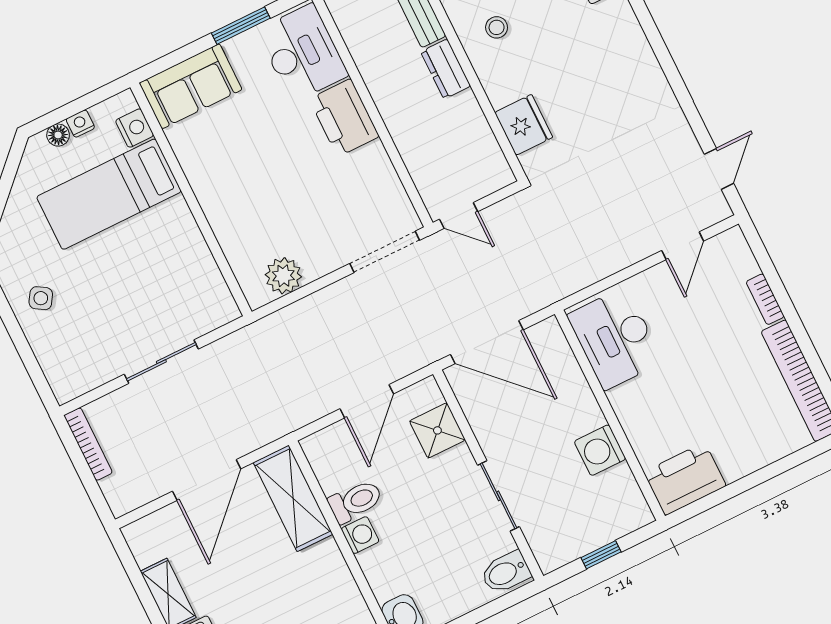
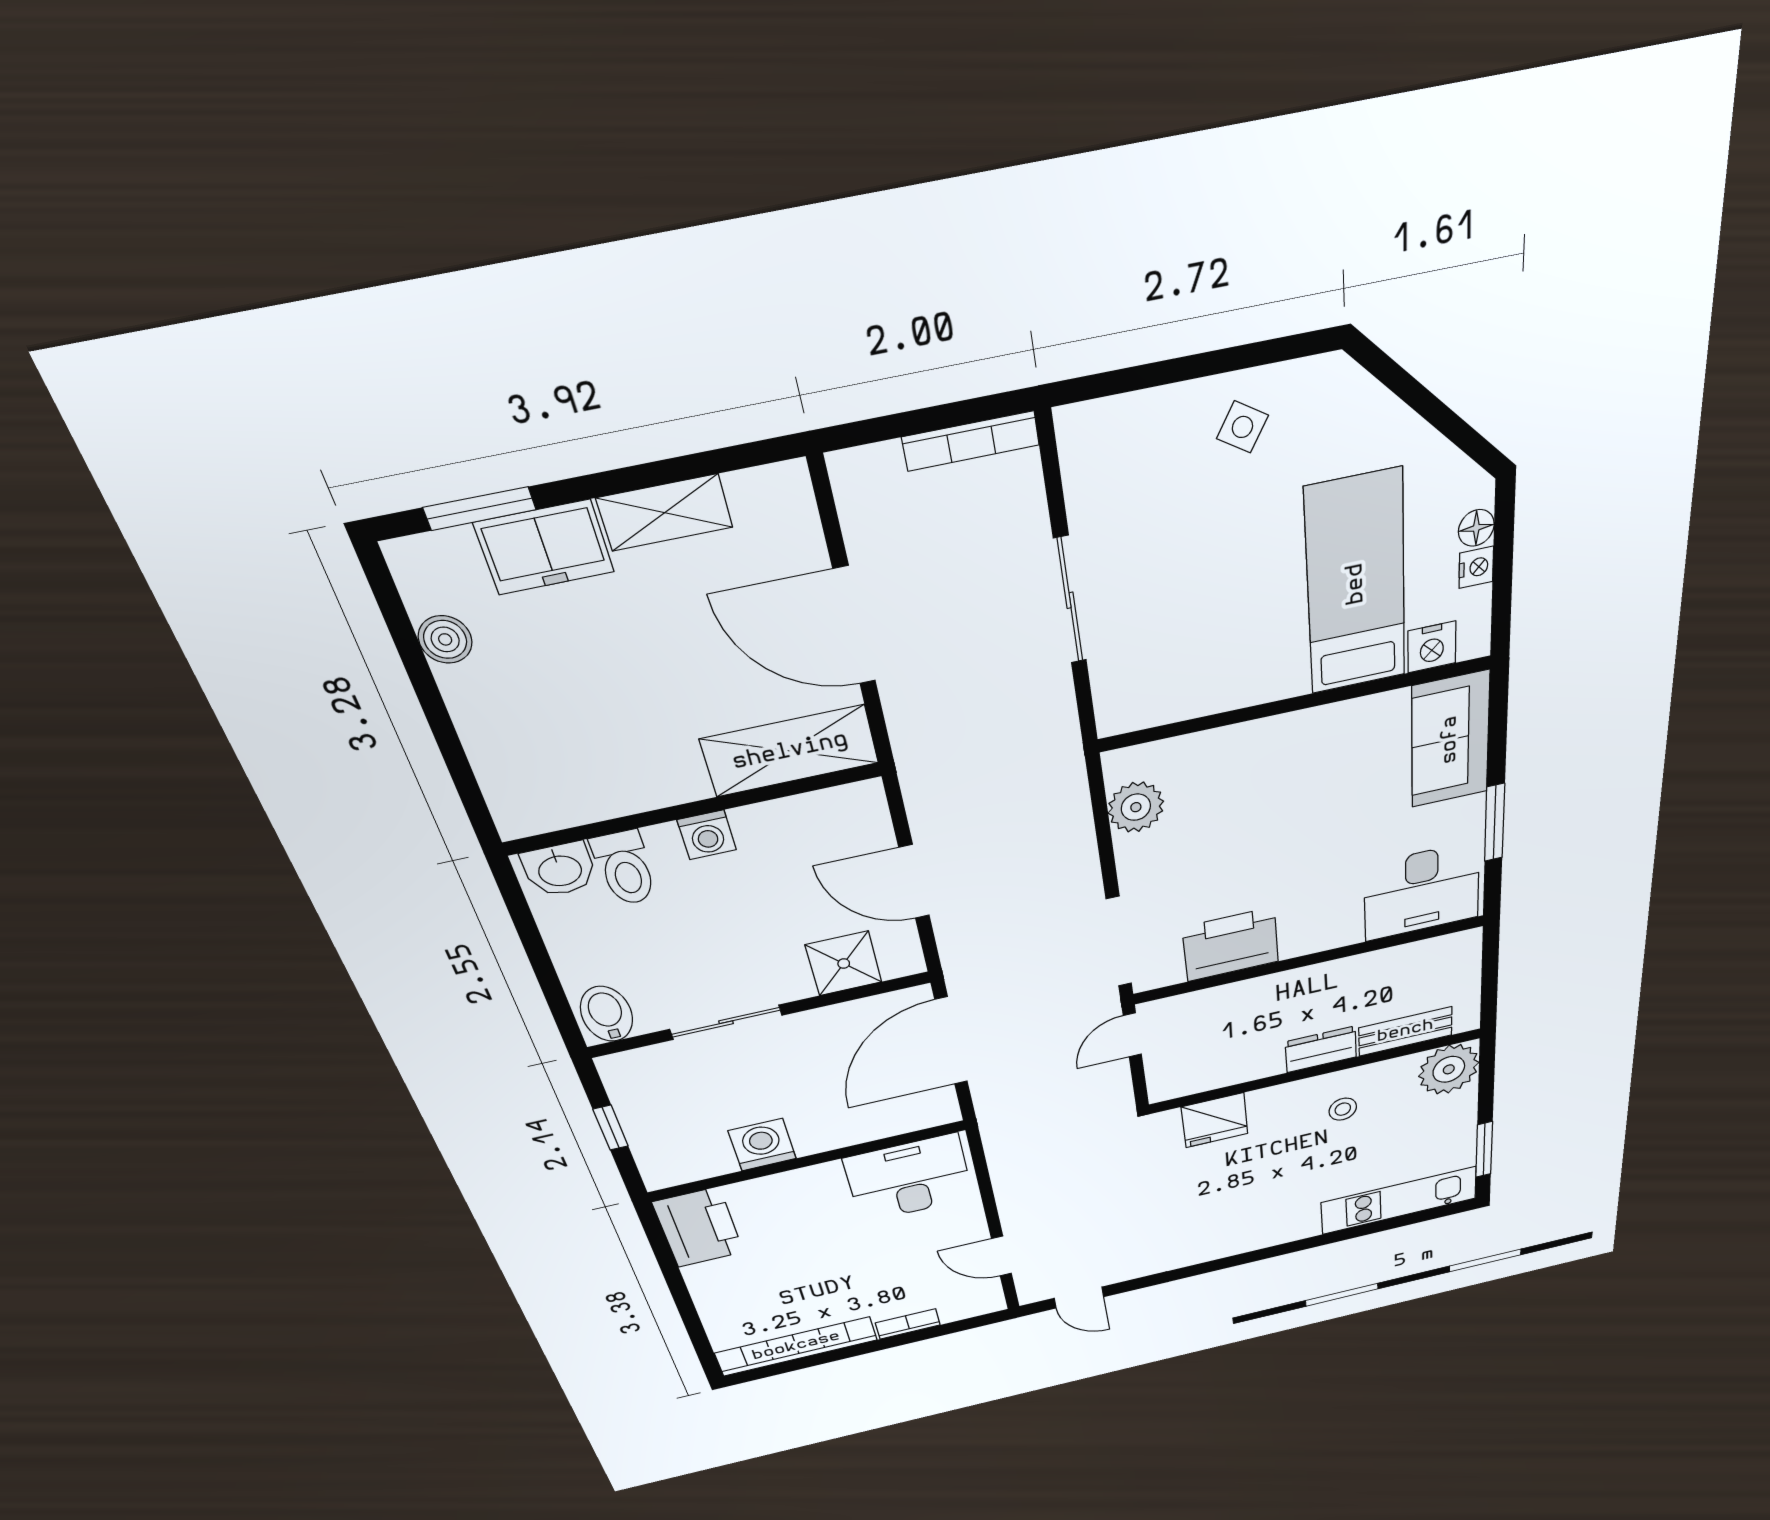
printer: (344, 118) -> (1231, 944), moved
toilet: (355, 501) -> (625, 868), moved

